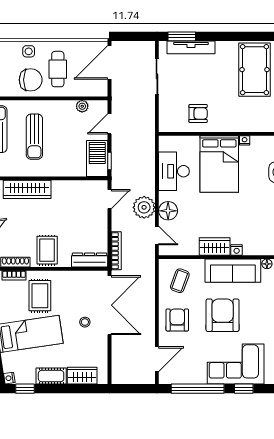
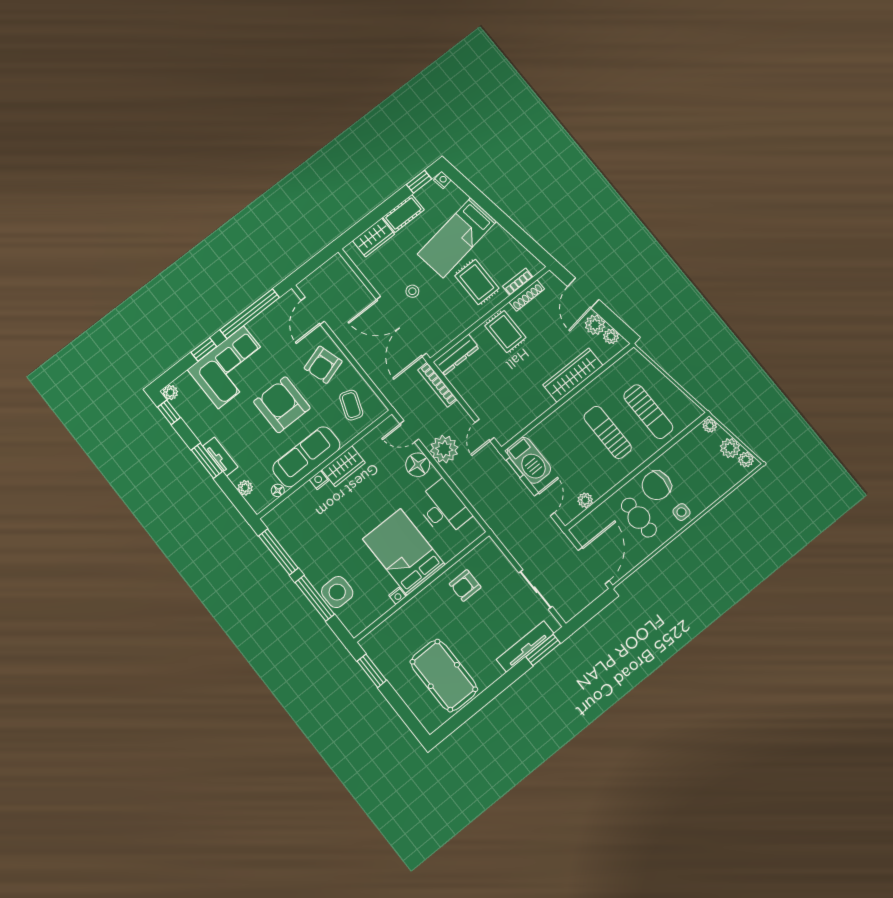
armchair: (223, 315) -> (282, 405), turned 180
armchair: (177, 320) -> (323, 365), turned 73

